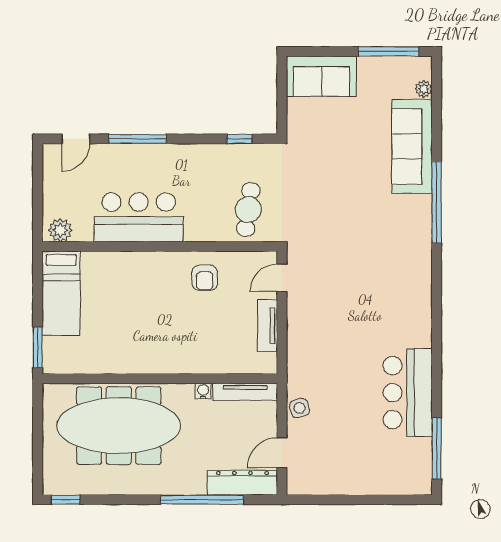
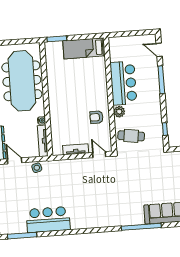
plant: (60, 230) -> (119, 112), moved

